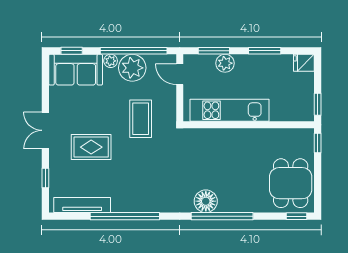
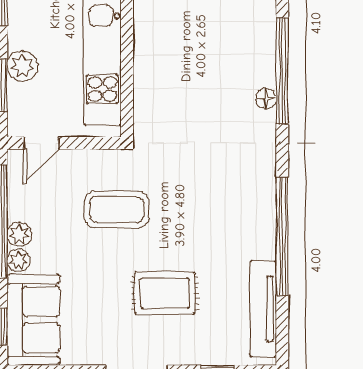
plant: (132, 68) -> (19, 234), width x0.53, depth x0.53
rug: (91, 147) -> (165, 293), turned 90
floor lamp: (206, 201) -> (266, 99), width x0.53, depth x0.53

